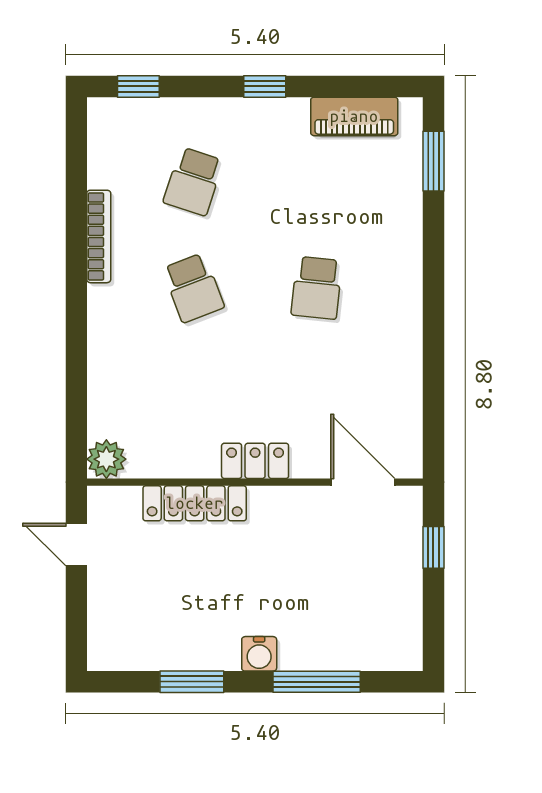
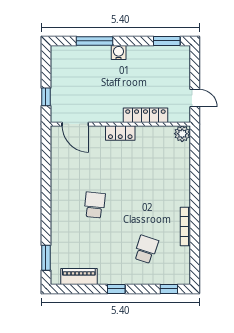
school desk: (193, 288) -> (146, 205), removed
window: (192, 682) -> (167, 41), moved

